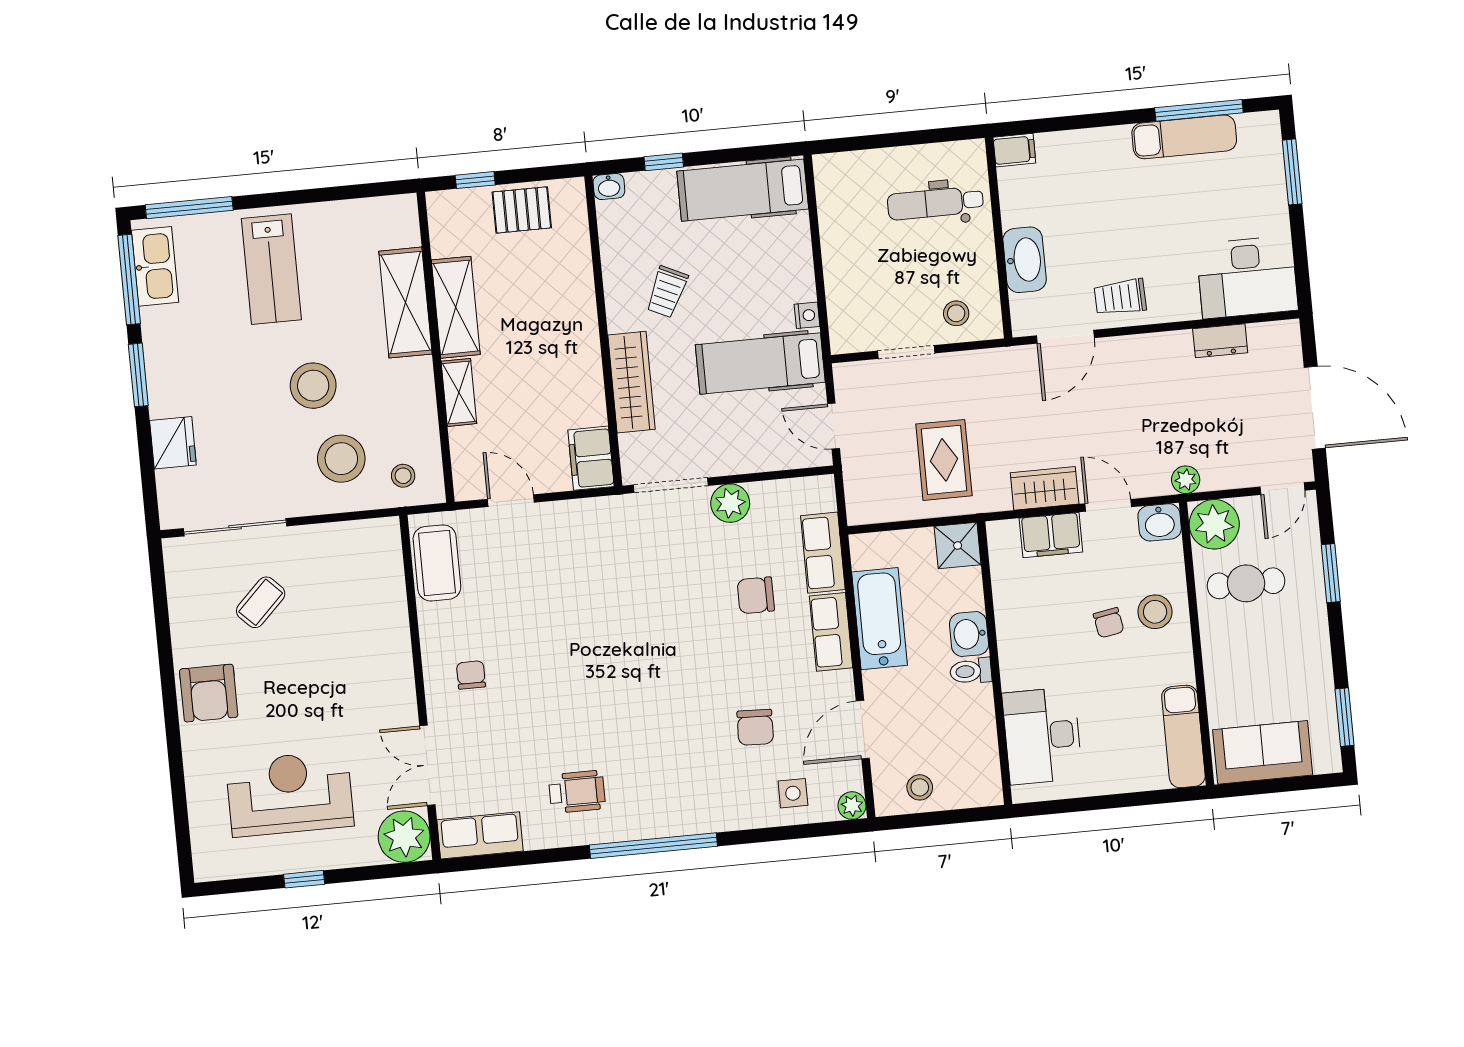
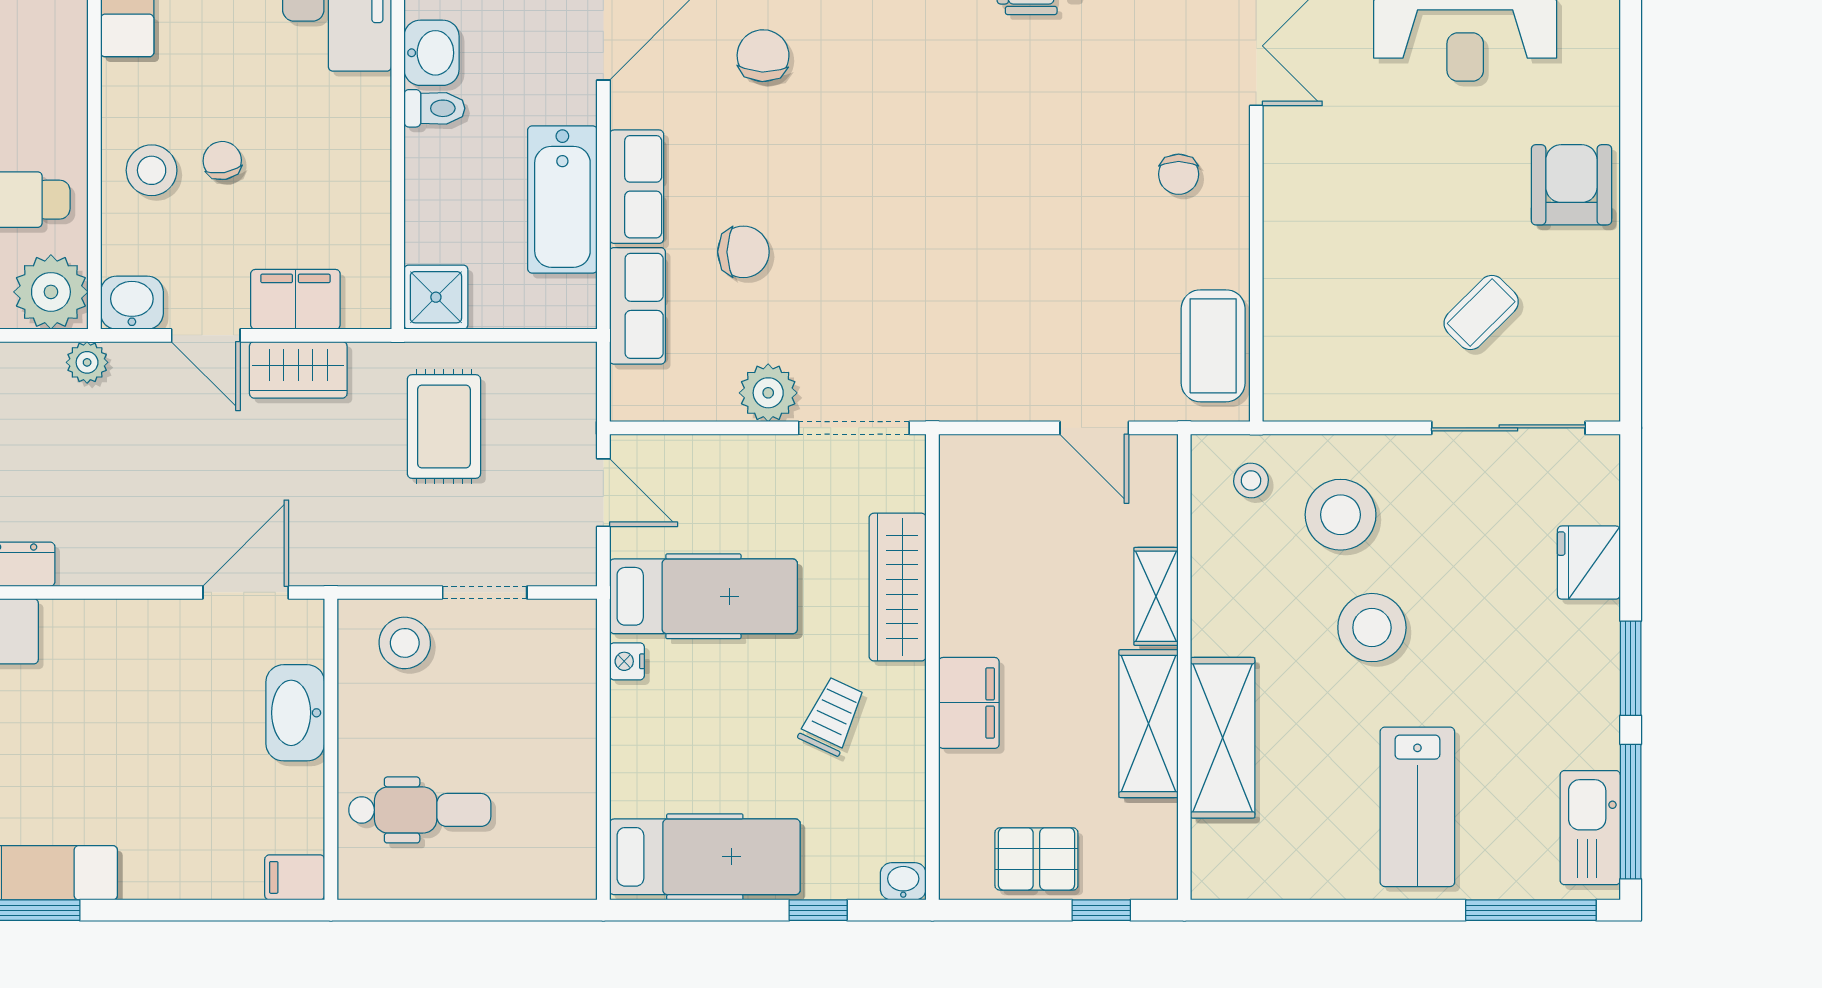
lab bench: (271, 269) -> (1417, 807), turned 180
trolley: (1120, 297) -> (158, 643), removed
stool: (956, 313) -> (405, 643), width x1.37, depth x1.37
filing cabinet: (591, 458) -> (969, 703), moved
washbasin: (969, 634) -> (432, 53), moved

